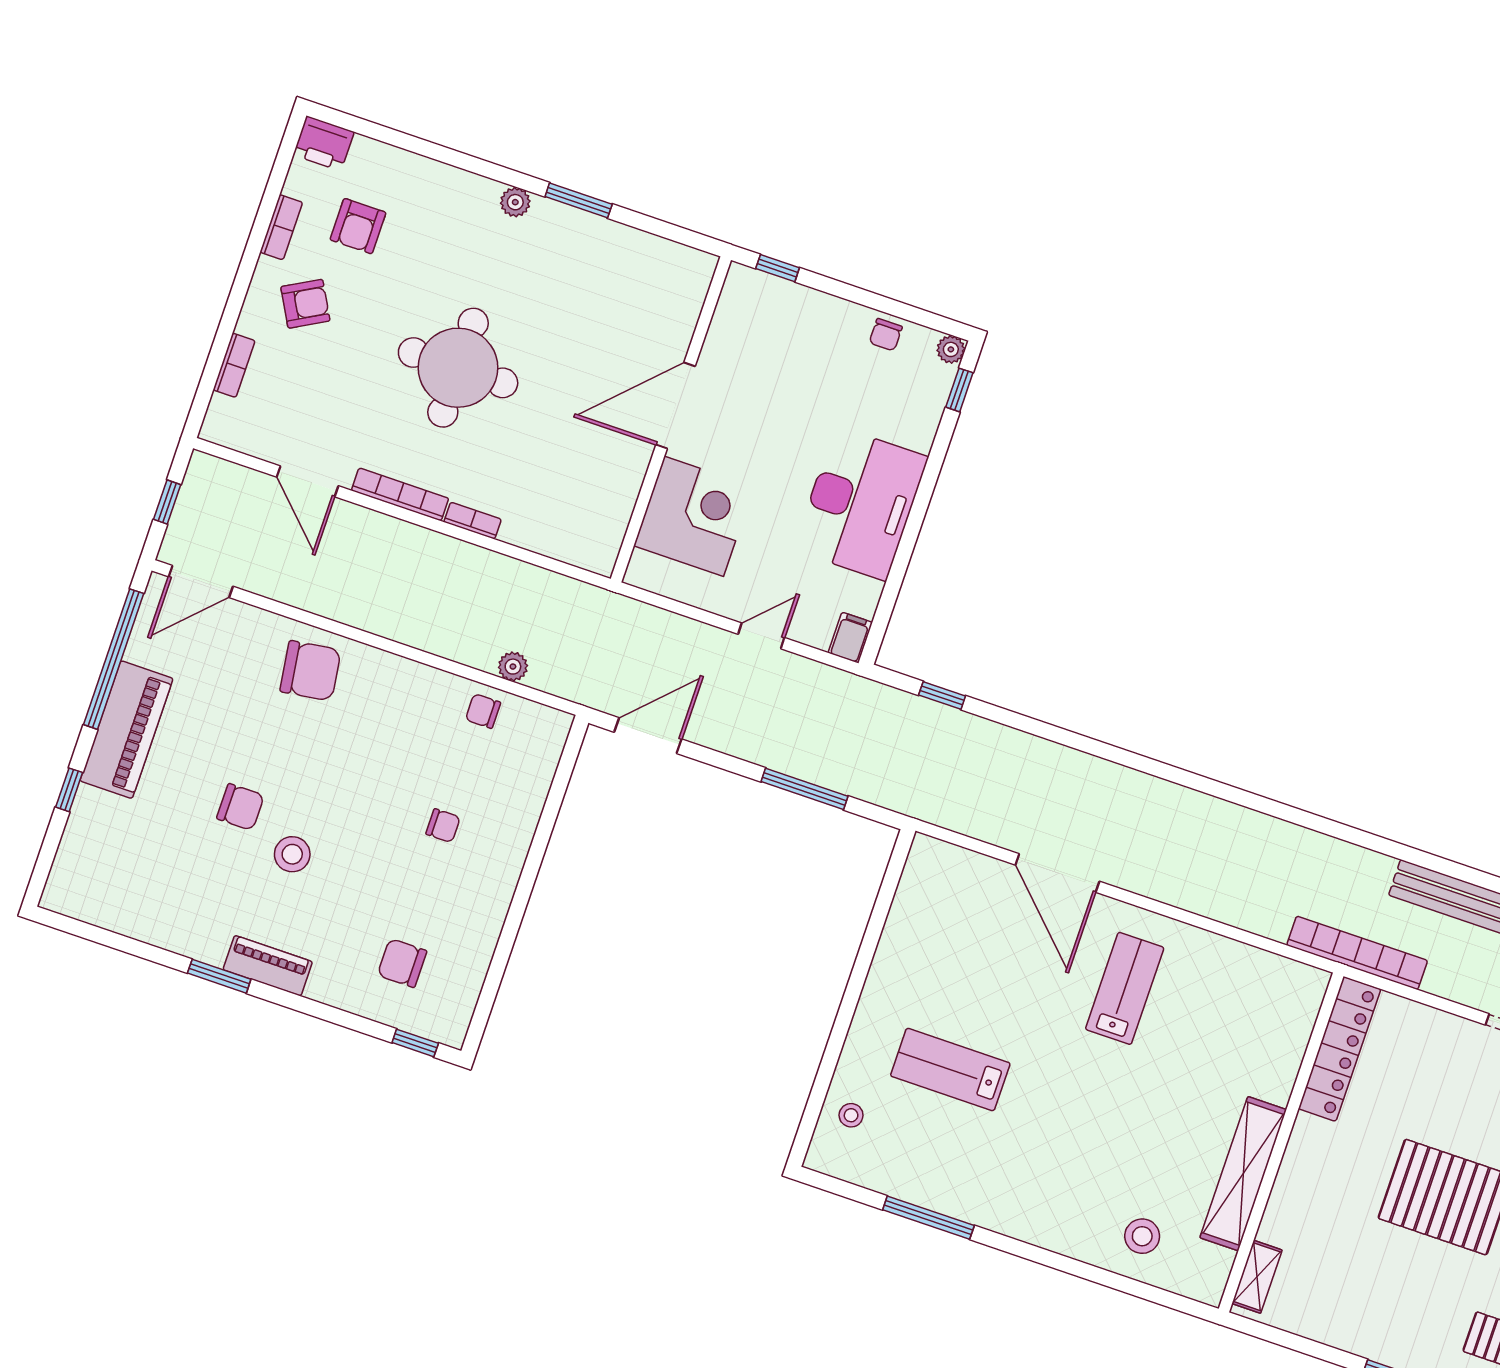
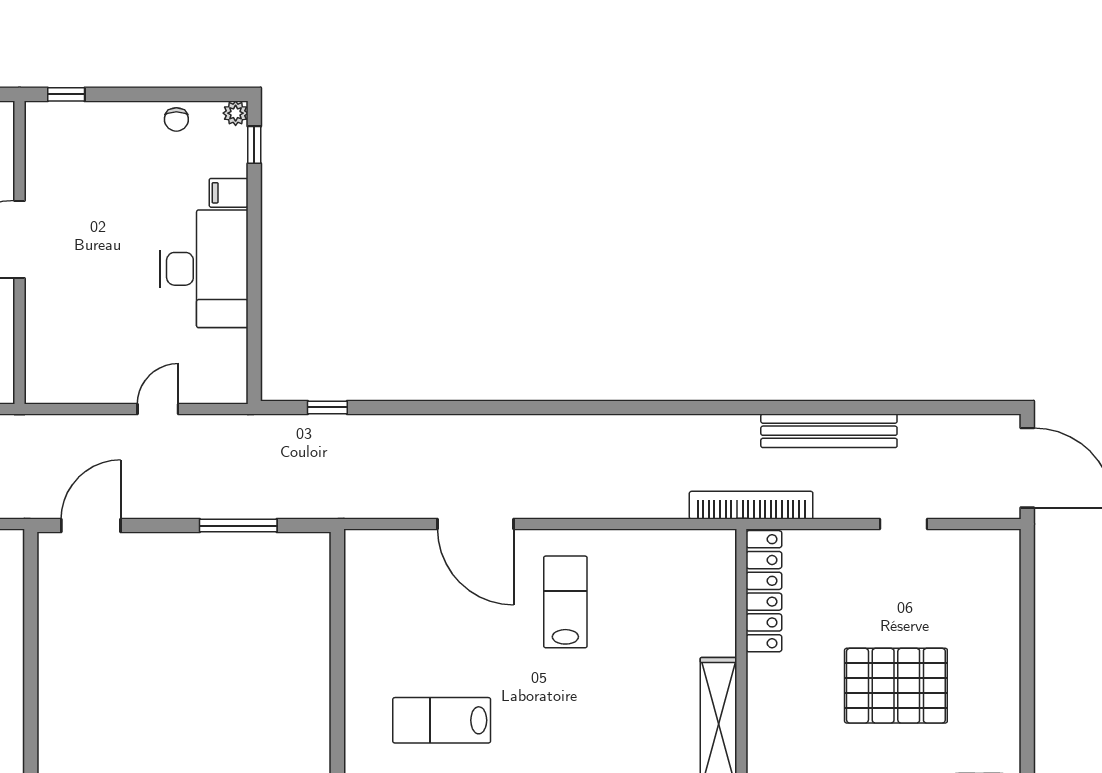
corner desk: (694, 516) -> (67, 328), removed
filing cabinet: (850, 638) -> (229, 193), moved, turned -90

